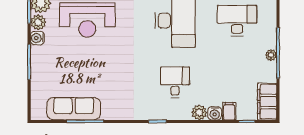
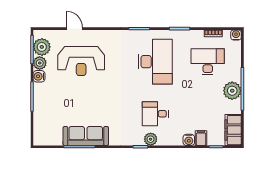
plant: (271, 55) -> (232, 91), width x1.88, depth x1.88
desk: (175, 82) -> (155, 114), turned -90
sofa: (74, 109) -> (86, 136), moved
plant: (199, 112) -> (151, 139), moved

